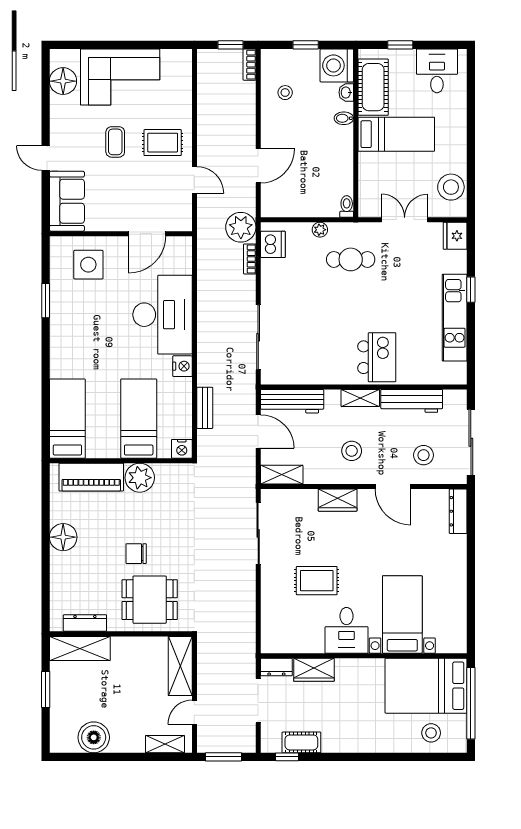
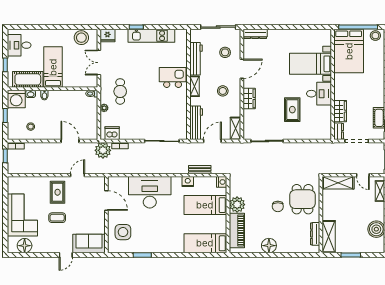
nightstand: (182, 366) -> (188, 182), moved
stool: (431, 733) -> (375, 36), moved

